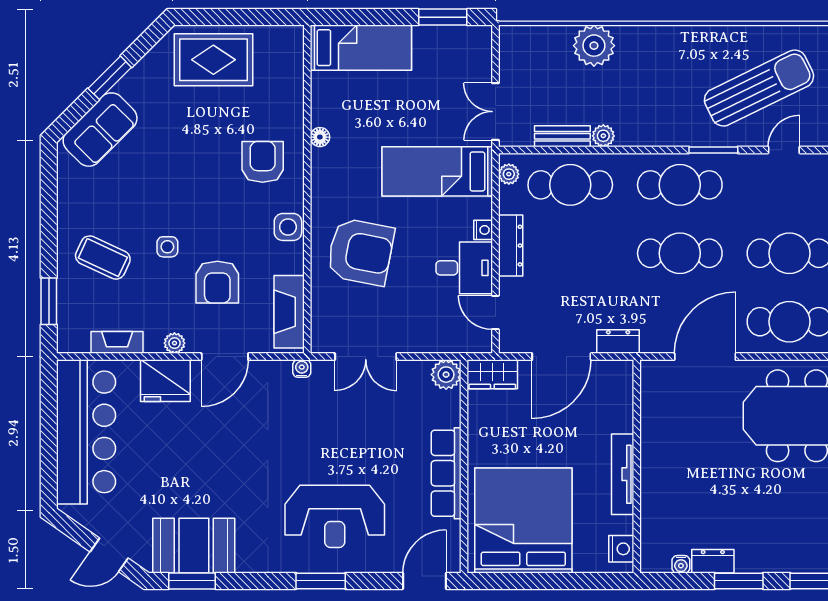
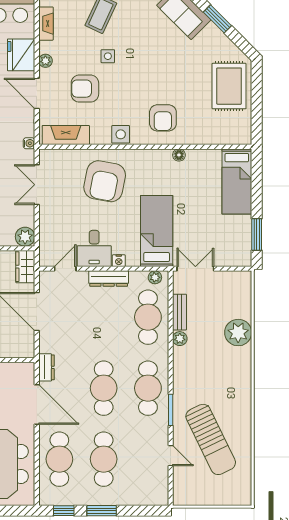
armchair: (263, 162) -> (163, 118), turned 90
dresser: (618, 342) -> (46, 367), moved

